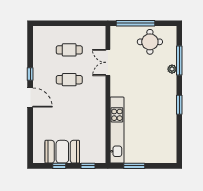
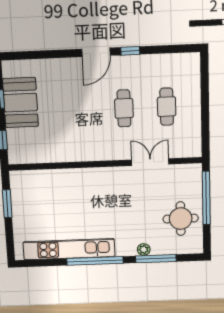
window: (179, 105) -> (95, 261), width x2.11
kitchen unit: (117, 130) -> (69, 249), moved, turned 180

